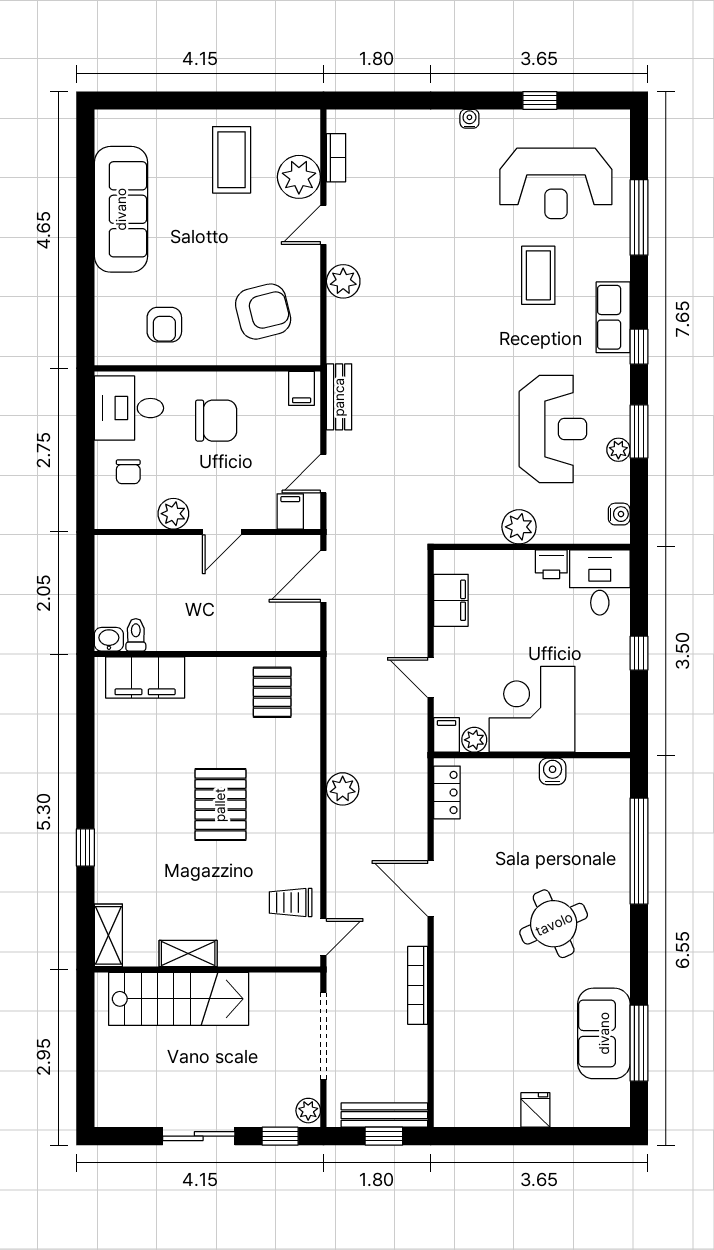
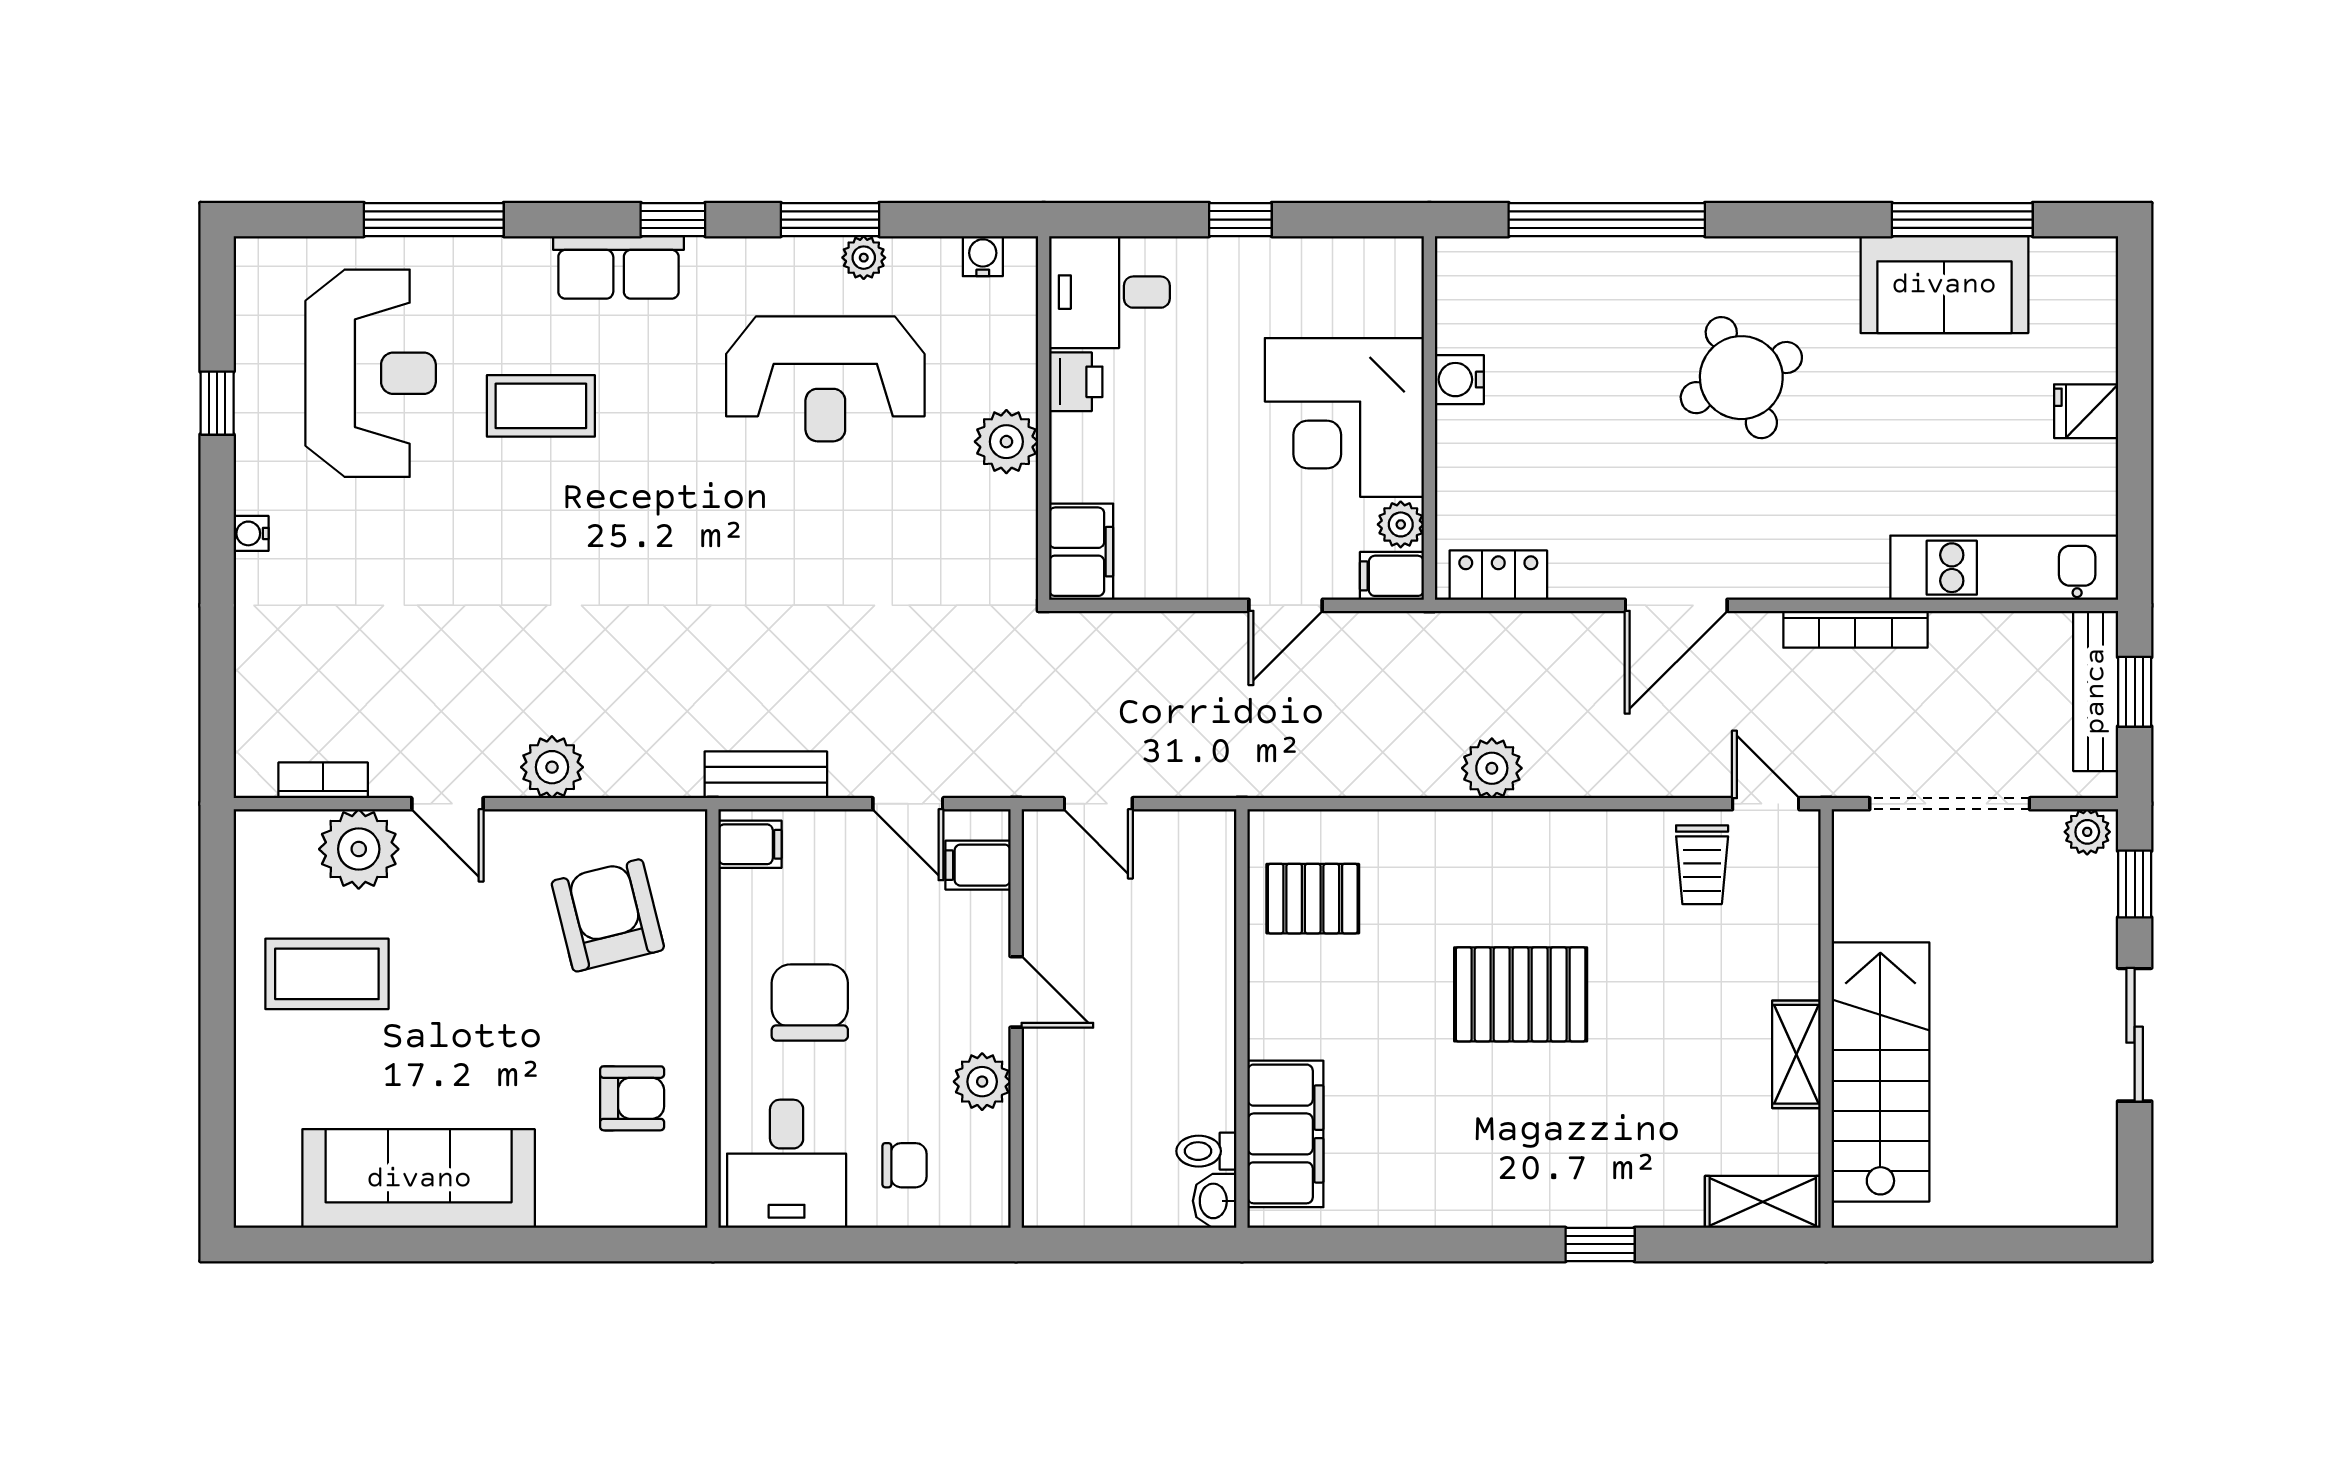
reception desk: (553, 429) -> (825, 379), turned 180
door: (323, 576) -> (1098, 804), width x0.73
filing cabinet: (451, 600) -> (1081, 552), moved, turned 90
kitchen unit: (451, 1066) -> (2004, 568), added

